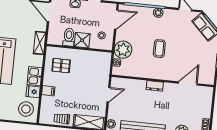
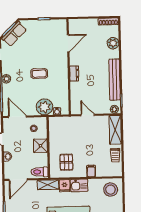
toilet: (69, 37) -> (40, 172), moved
door: (188, 83) -> (68, 43), swing flipped
fridge: (33, 92) -> (65, 186), moved

